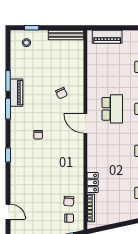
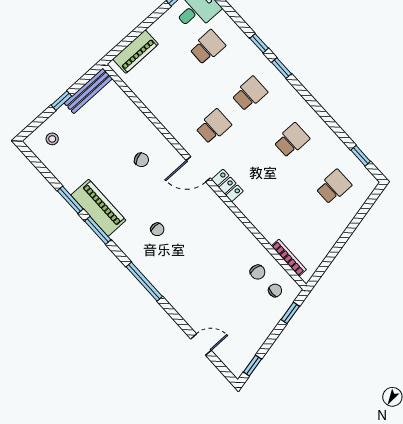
window: (32, 28) -> (61, 101), moved
piano: (17, 93) -> (98, 208), width x1.37, depth x1.33
school desk: (112, 109) -> (213, 126), width x0.54
window: (8, 155) -> (144, 282), width x2.17
locker: (93, 183) -> (227, 185), moved

